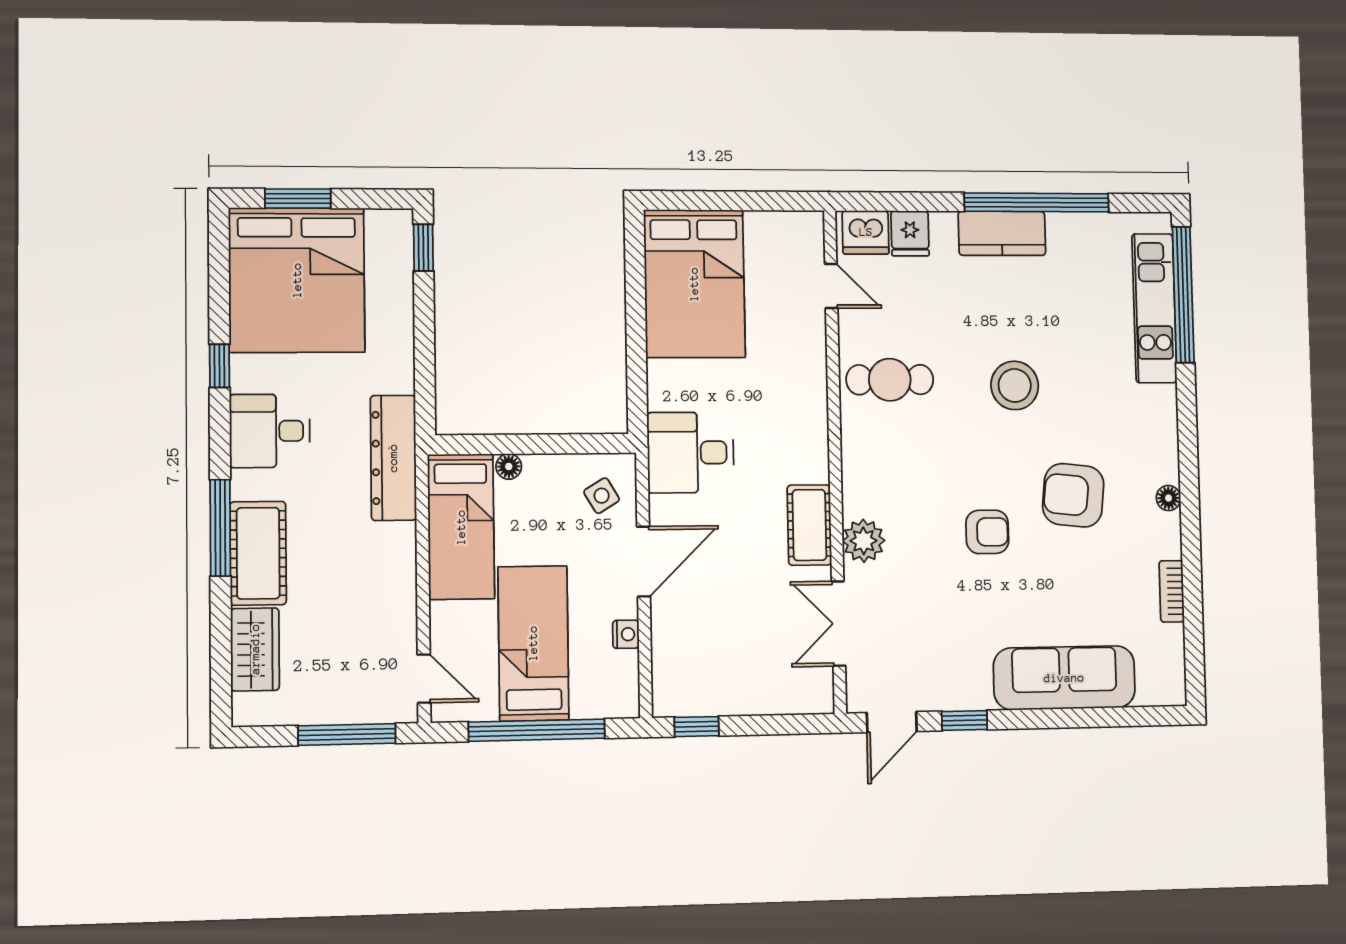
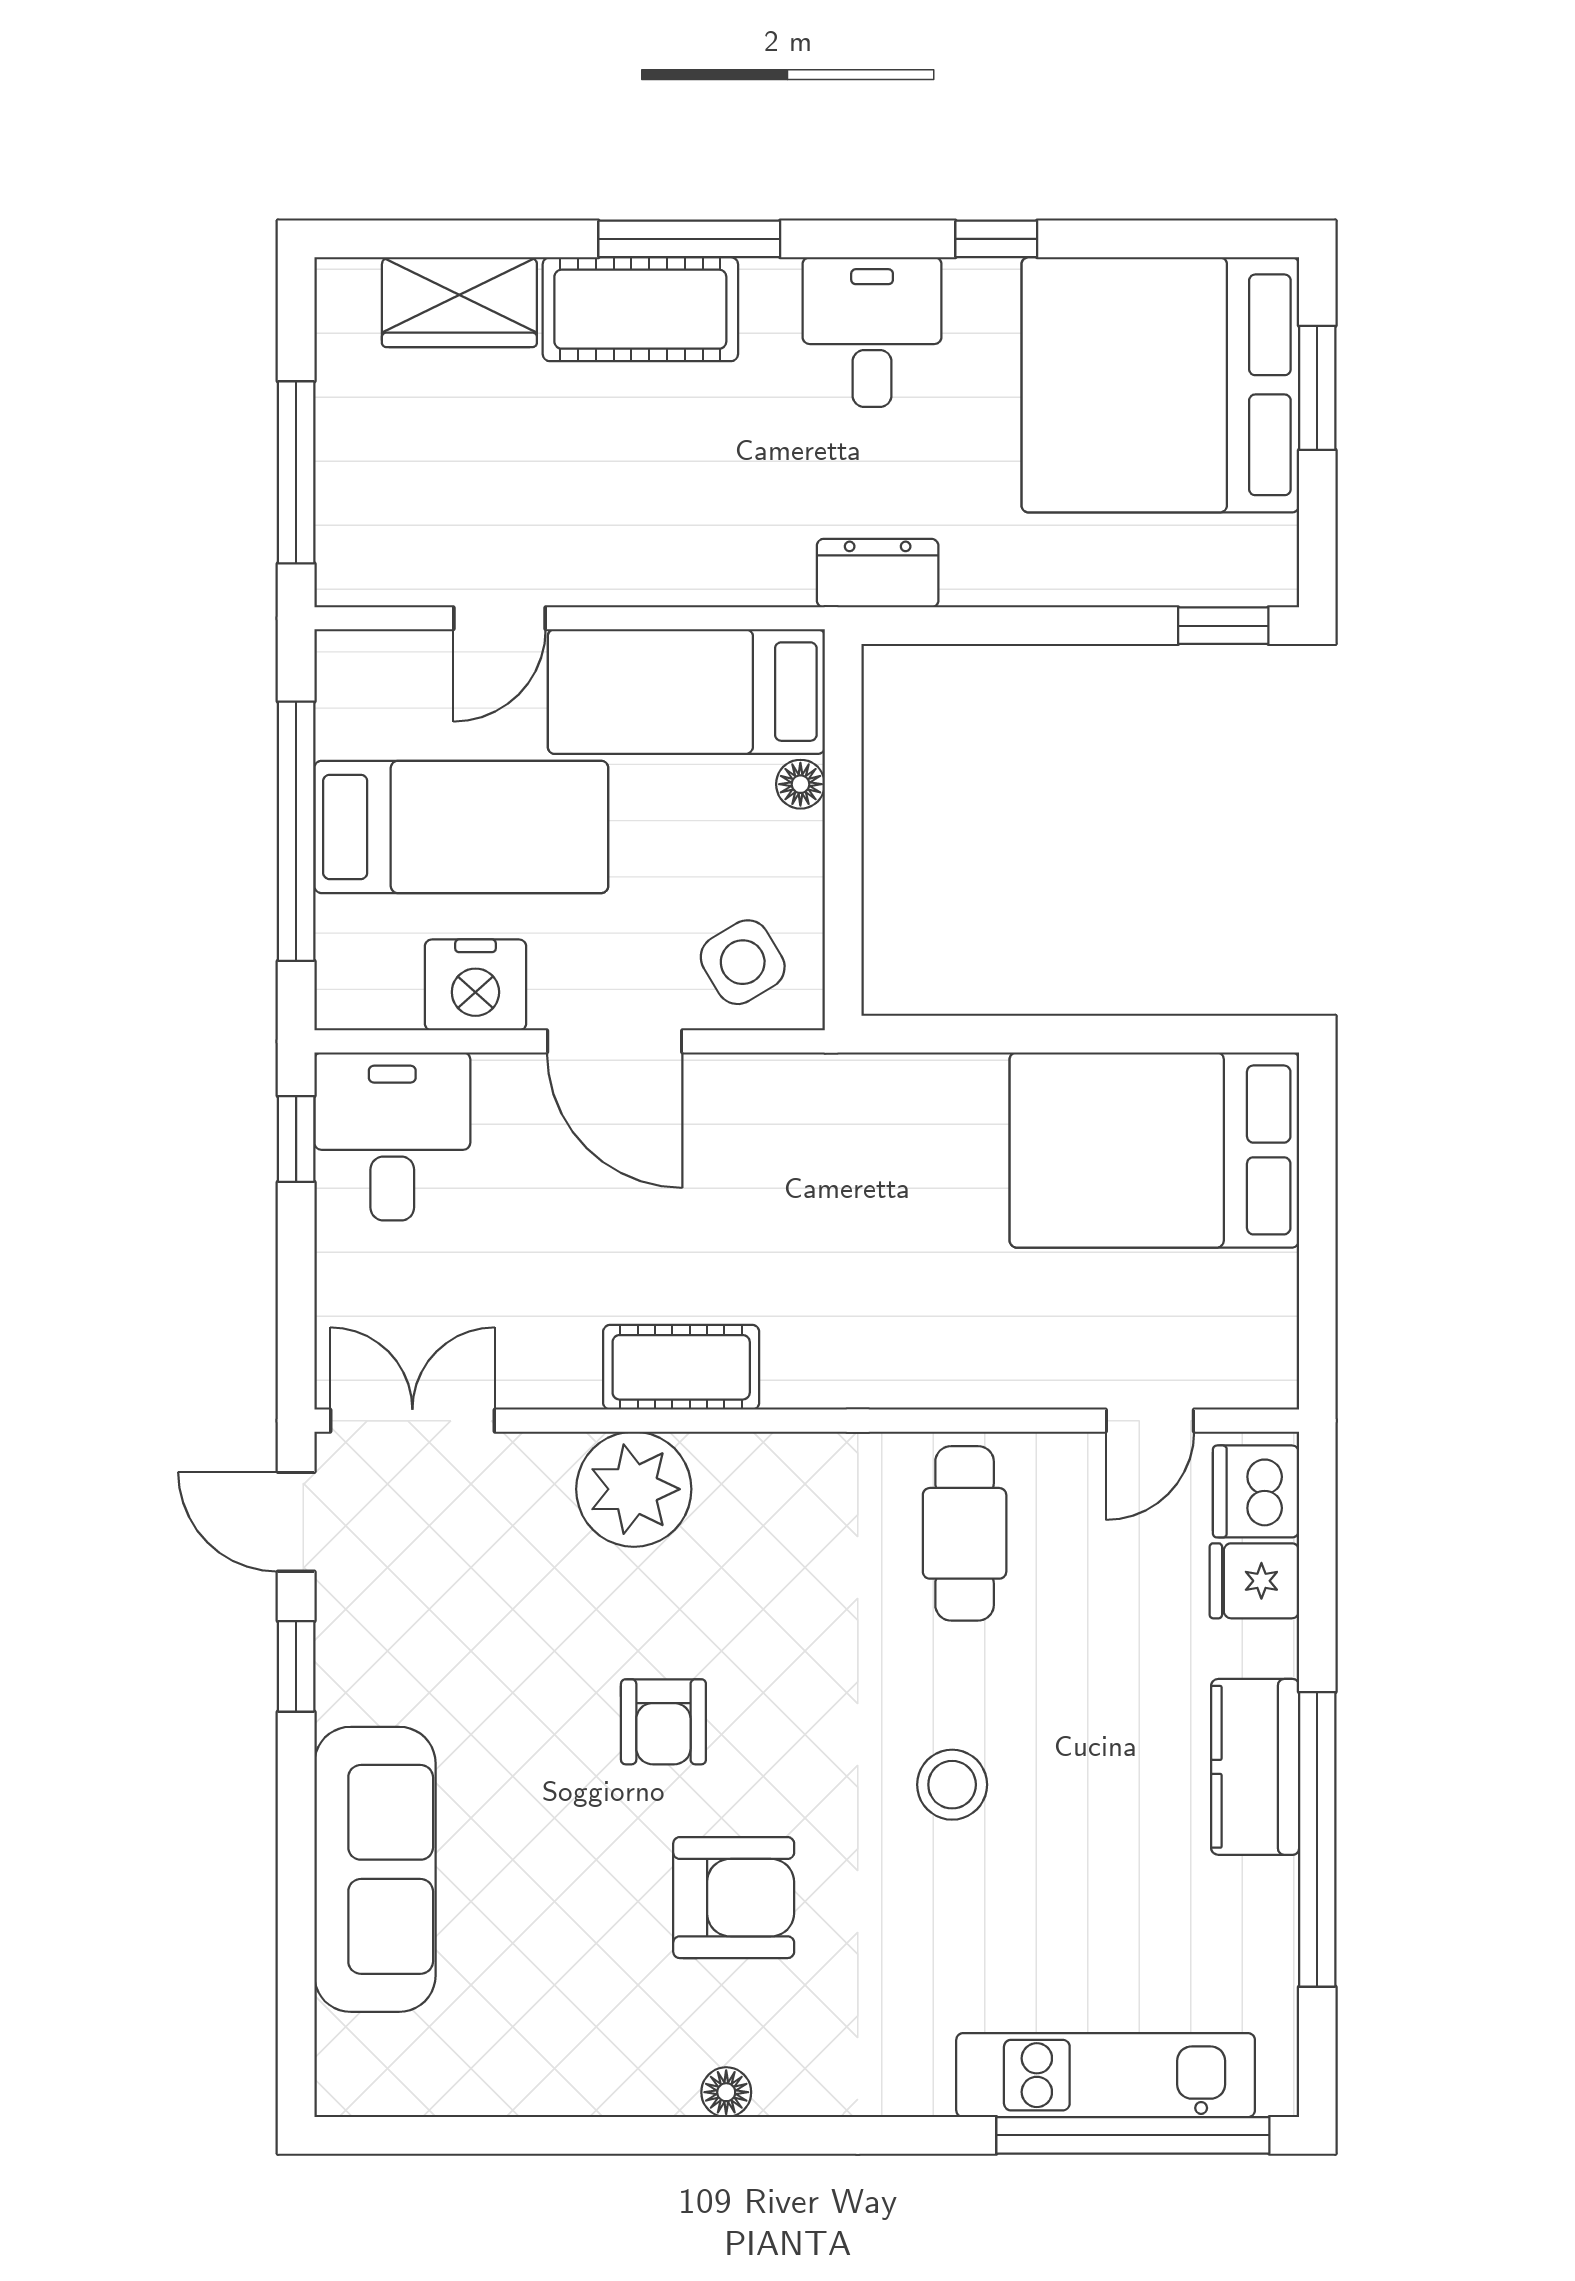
stool: (1015, 385) -> (952, 1785), width x0.73, depth x0.73
desk: (690, 453) -> (392, 1136), moved
dresser: (393, 458) -> (878, 573), width x0.51, depth x0.80
armchair: (1073, 495) -> (734, 1898), turned 84
side table: (602, 496) -> (743, 962), width x1.37, depth x1.37
plant: (864, 541) -> (634, 1489), width x1.36, depth x1.36
bookcase: (1172, 591) -> (541, 2093), removed
double door: (838, 624) -> (412, 1421), moved
nightstand: (626, 634) -> (475, 985), width x1.89, depth x1.79
door: (424, 679) -> (500, 618), moved

